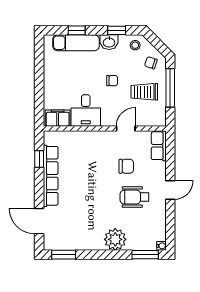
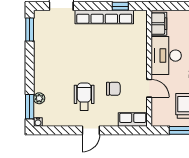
desk: (86, 110) -> (166, 56), width x1.37
chair: (126, 166) -> (113, 89), turned -90
door: (170, 190) -> (91, 130), hinge flipped
plant: (115, 239) -> (39, 98), moved, width x0.53, depth x0.53

